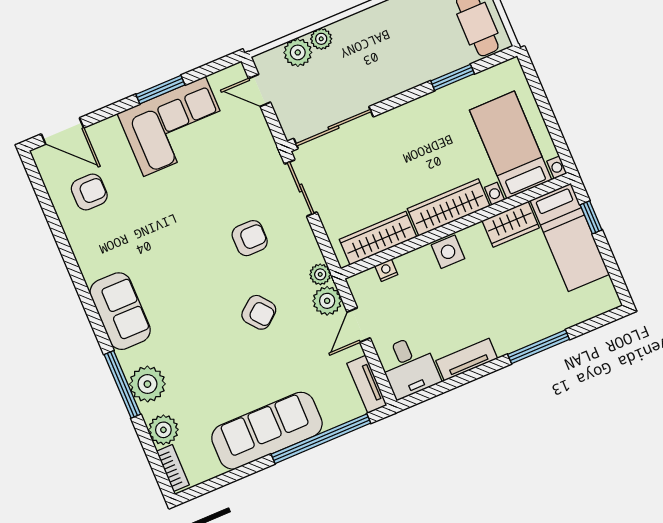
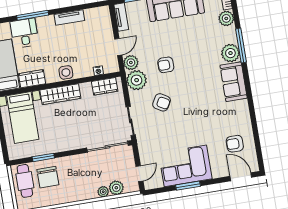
chair: (435, 41) -> (48, 177), added
door: (259, 90) -> (139, 174), hinge flipped
armchair: (250, 238) -> (162, 102), turned -150
wardrobe: (378, 238) -> (105, 86), width x0.67
plant: (320, 274) -> (137, 80), width x1.88, depth x1.88
armchair: (259, 312) -> (166, 65), turned -51
desk: (409, 367) -> (24, 33), moved
plant: (147, 384) -> (230, 53), moved

